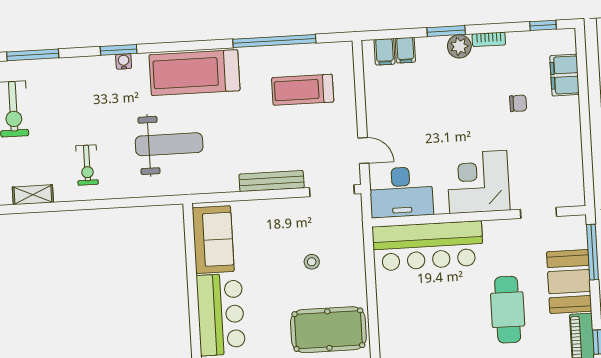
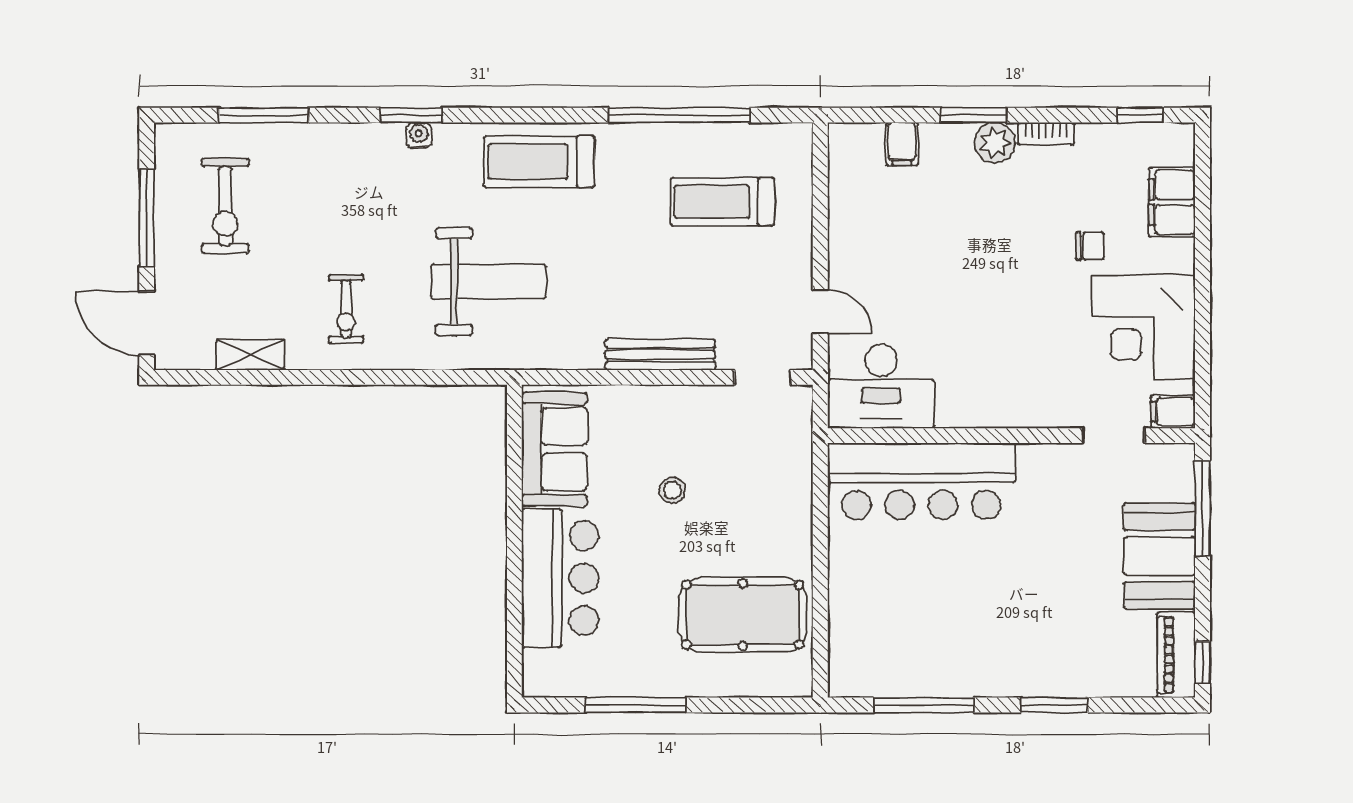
filing cabinet: (385, 52) -> (1173, 412), moved, turned 90
treadmill: (194, 73) -> (539, 162), width x0.73, depth x0.73
corner desk: (478, 182) -> (1143, 327), moved, turned -90
doorway: (332, 191) -> (762, 377), width x0.73
stool: (312, 262) -> (672, 490), moved
cafe table: (508, 310) -> (1051, 598), removed

